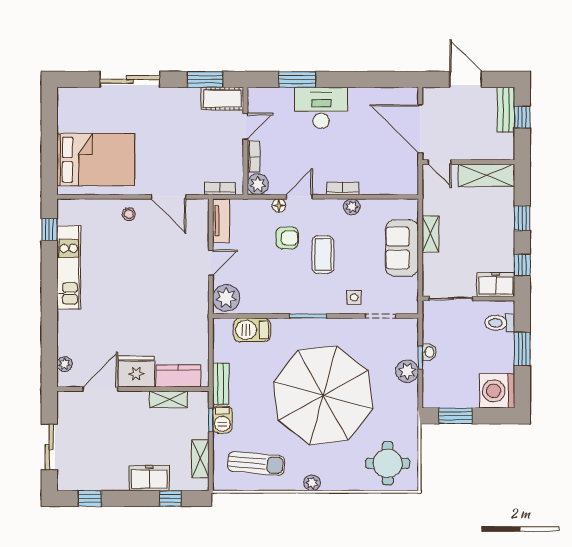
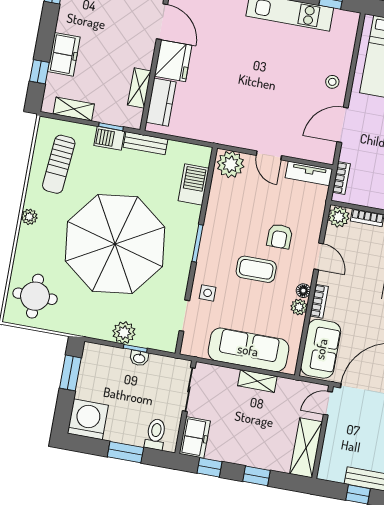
sofa: (388, 179) -> (321, 349), added
floor lamp: (279, 205) -> (303, 291), moved
sofa: (402, 248) -> (248, 350), width x1.36

